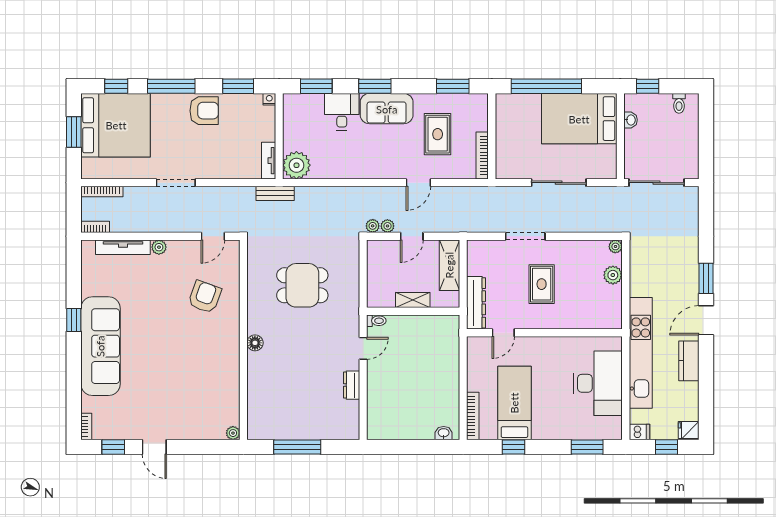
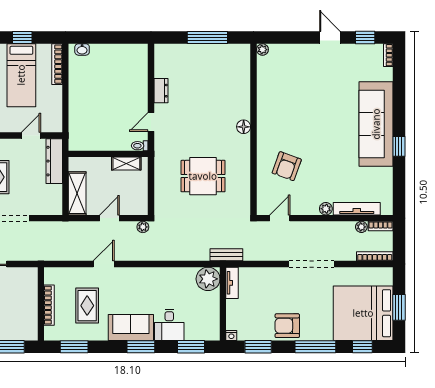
bookcase: (482, 155) -> (49, 305), moved
doorway: (176, 183) -> (311, 264), width x1.36
plant: (387, 226) -> (361, 227), moved
shelving: (413, 300) -> (126, 164), moved

